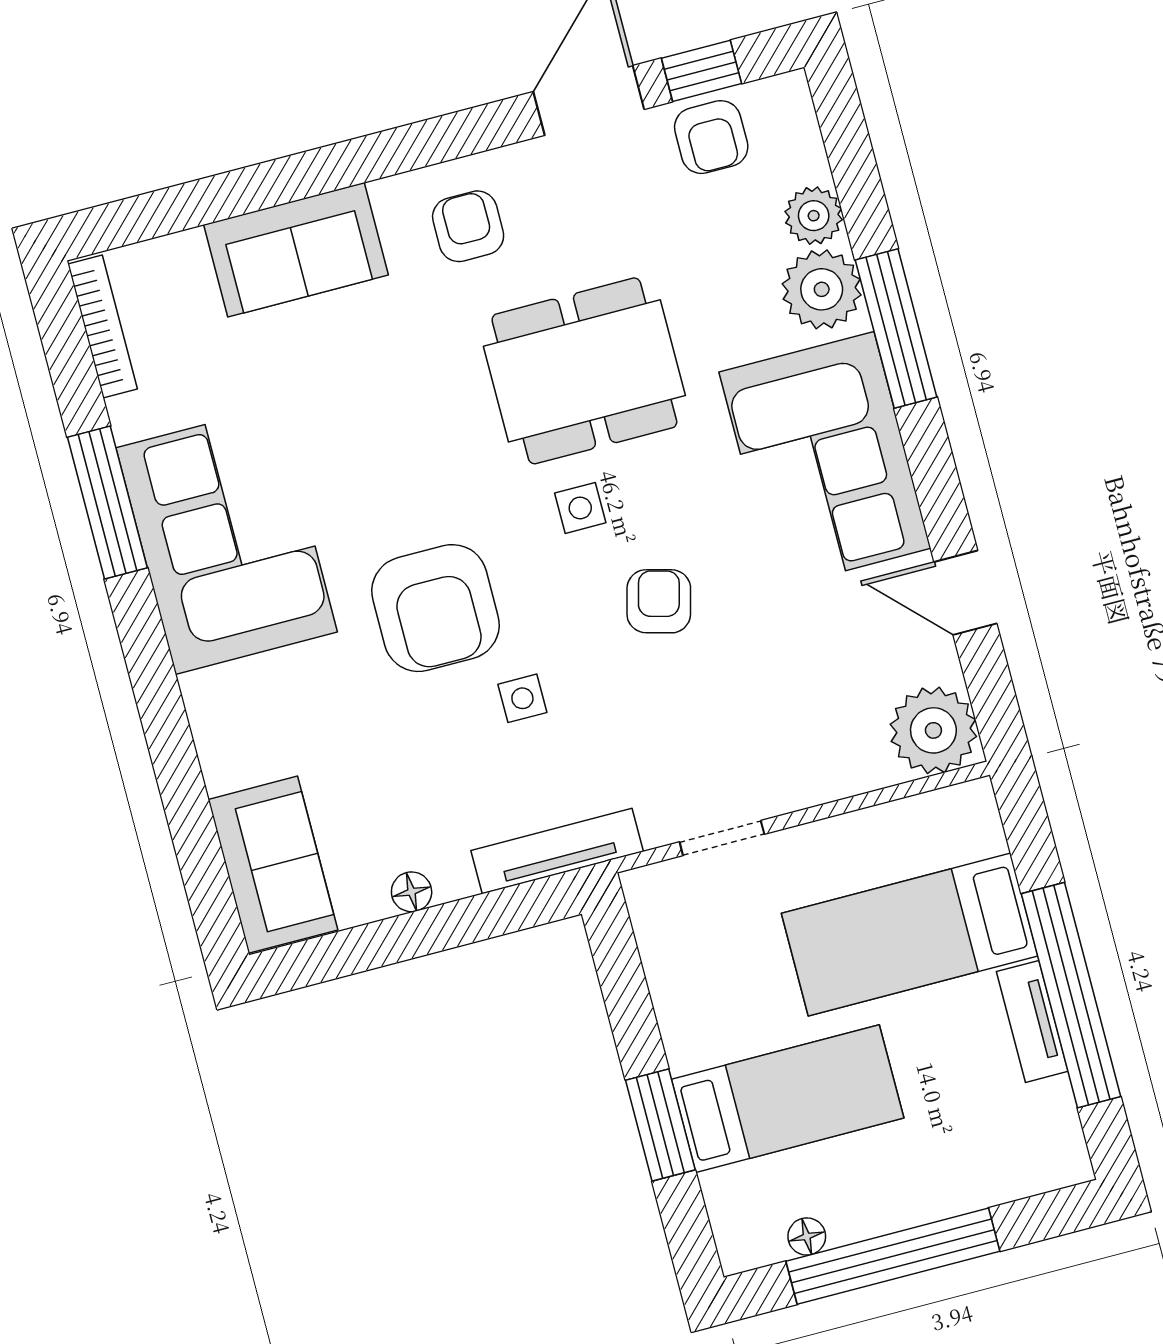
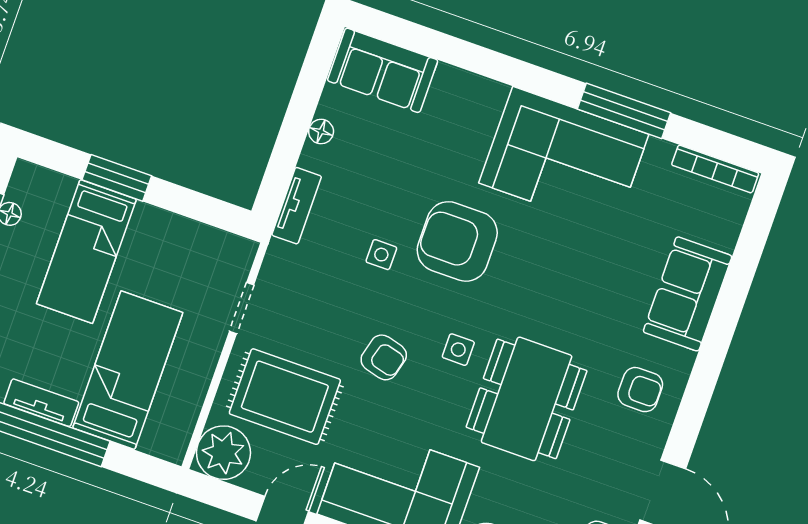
rug: (802, 699) -> (285, 397), added
tv unit: (557, 851) -> (297, 206), width x0.71

